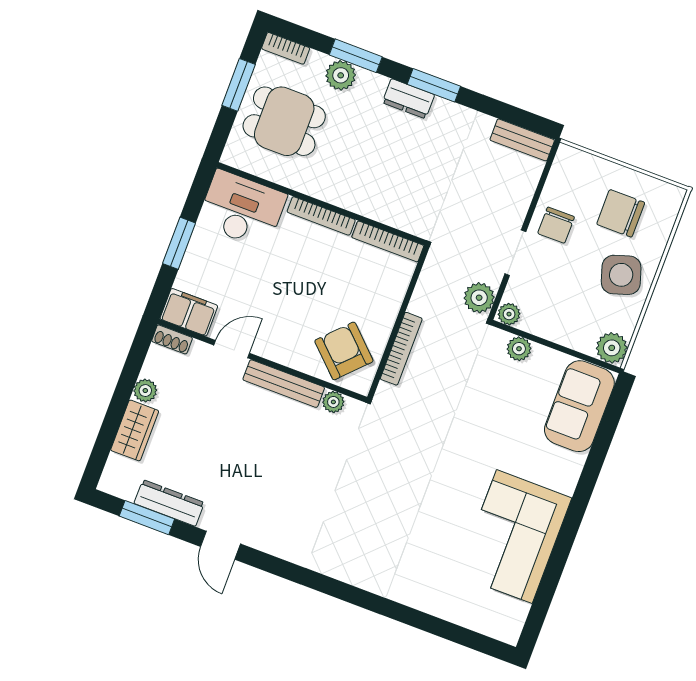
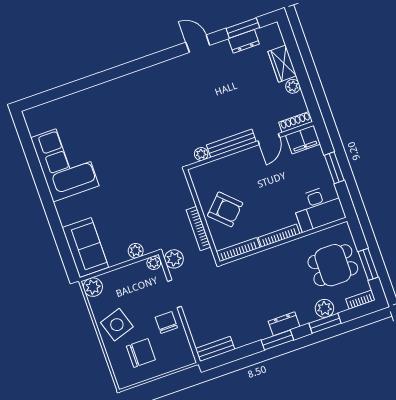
shoe rack: (172, 339) -> (296, 122), width x1.43
bookcase: (401, 349) -> (199, 228), moved
armchair: (344, 351) -> (225, 209), moved
dresser: (169, 503) -> (244, 41), width x0.70

